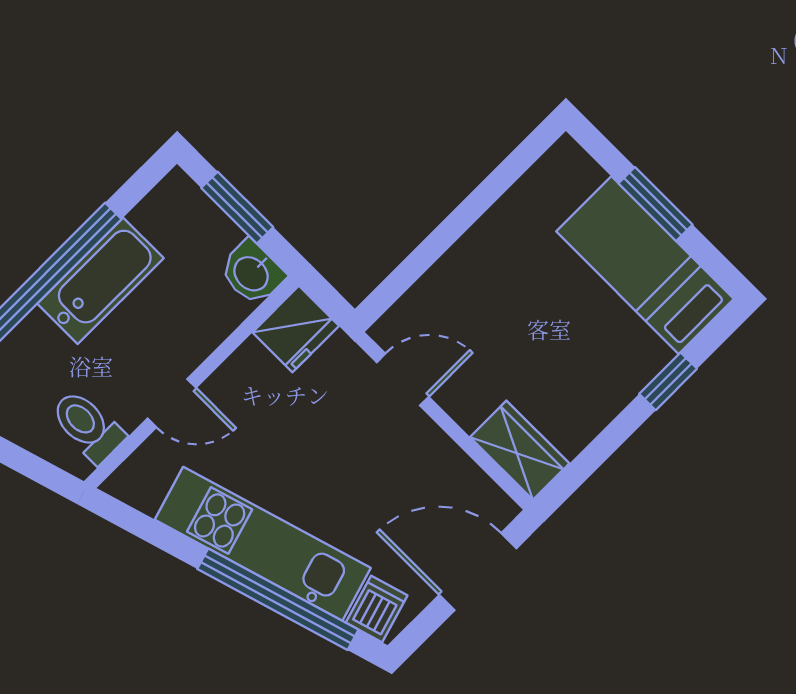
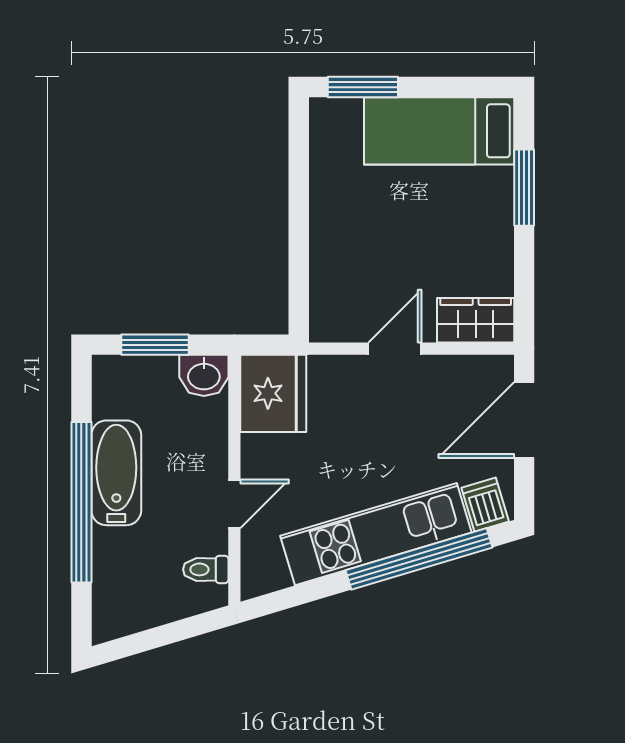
window: (656, 204) -> (363, 87), moved
fridge: (296, 329) -> (273, 393), width x1.36, depth x1.34
door: (403, 380) -> (395, 349), moved
window: (668, 381) -> (524, 188), width x1.50
toilet: (87, 426) -> (206, 569), width x0.73, depth x0.72

